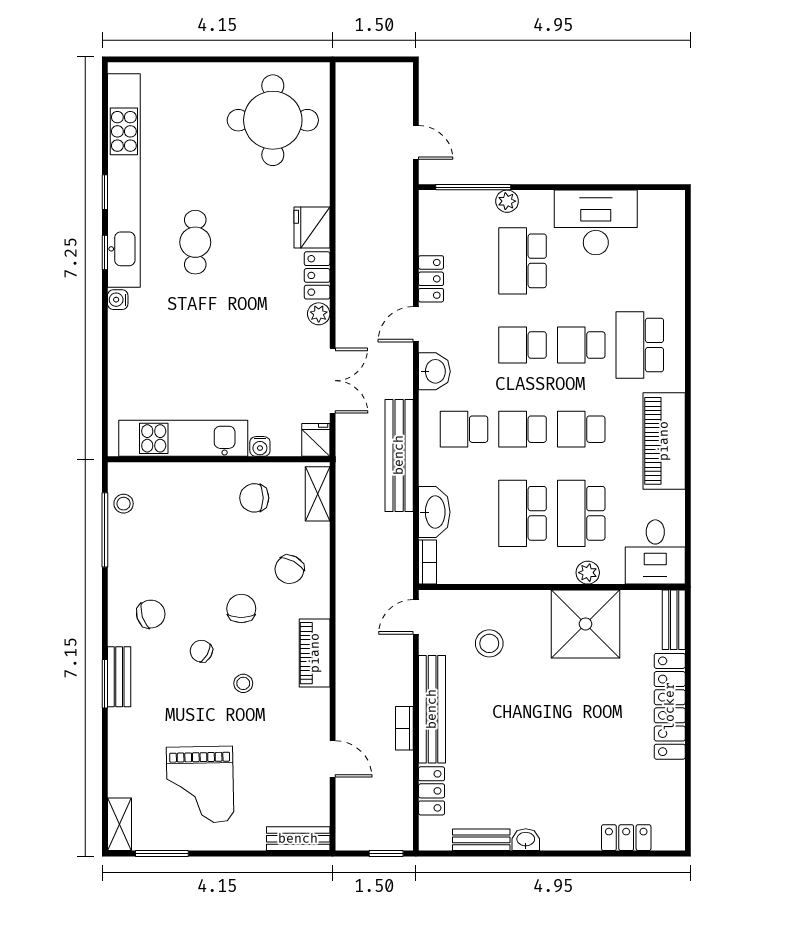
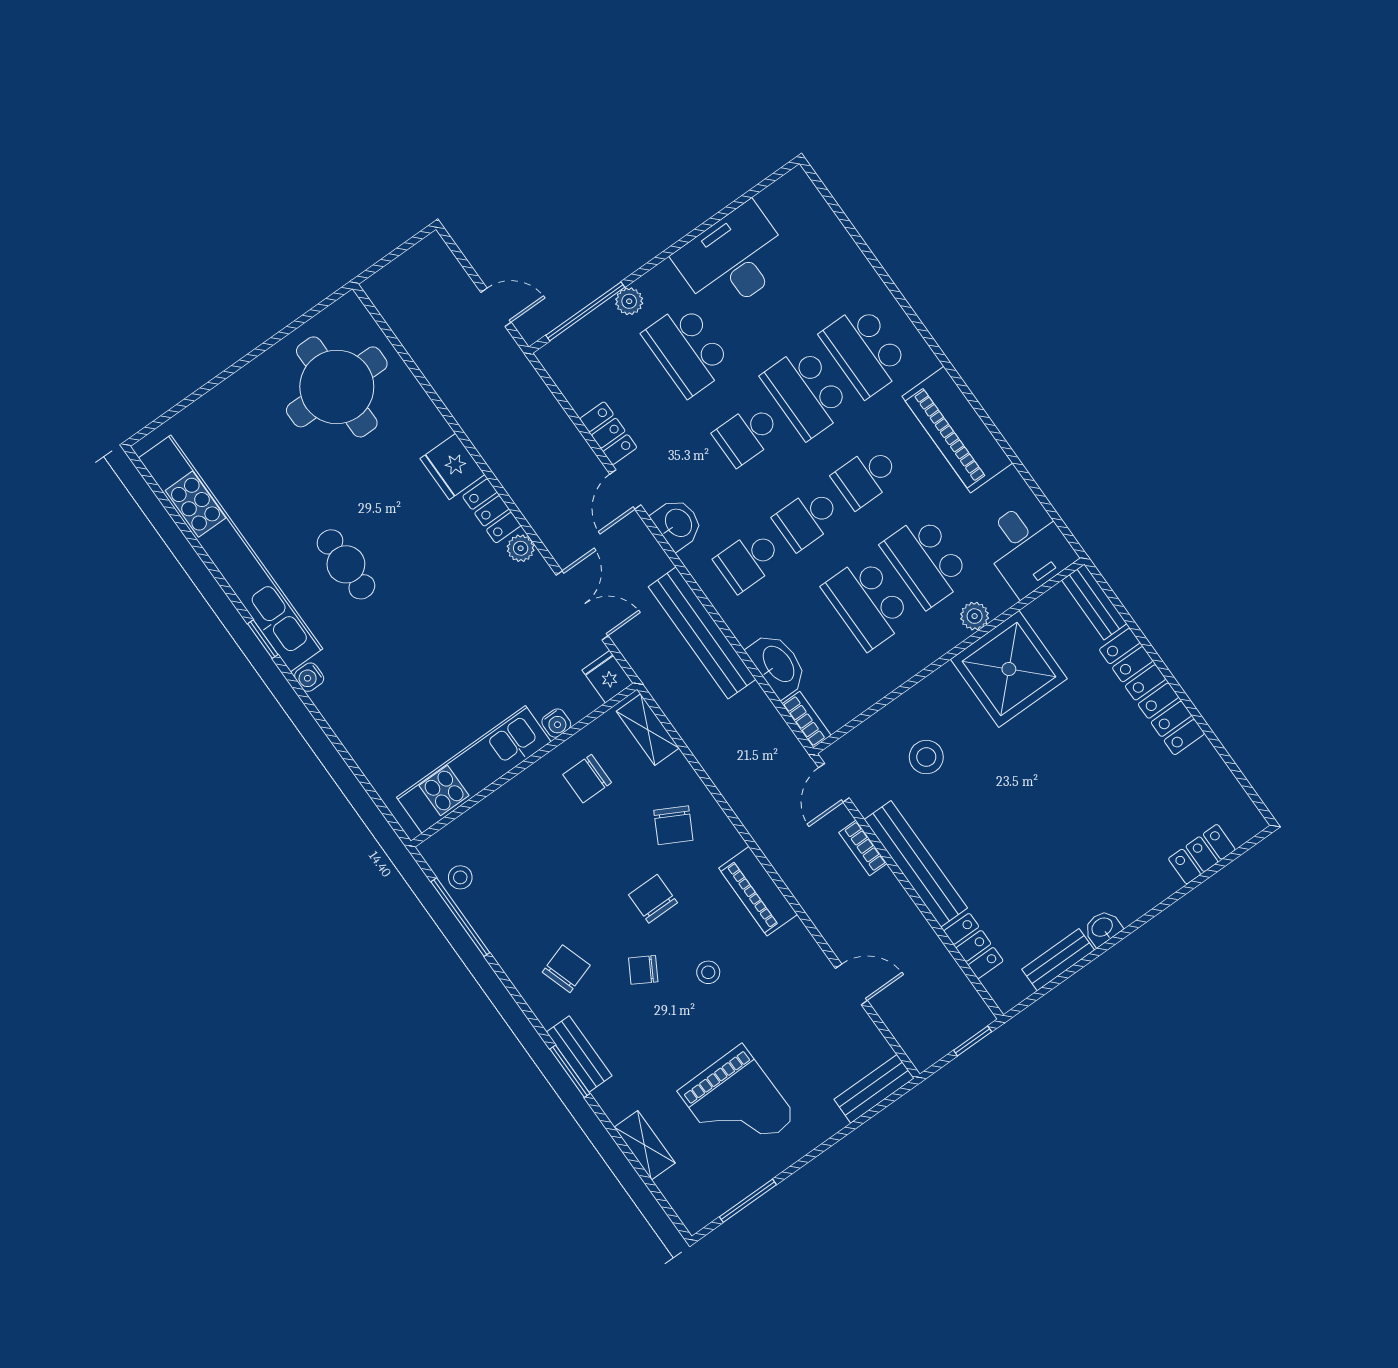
window: (105, 192) -> (220, 578), removed
school desk: (581, 345) -> (806, 393), width x1.85
bookcase: (404, 728) -> (863, 848), moved
shelving: (120, 824) -> (645, 1145), moved

